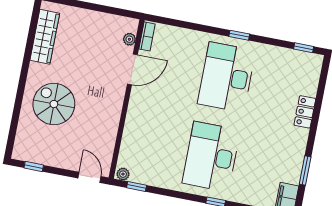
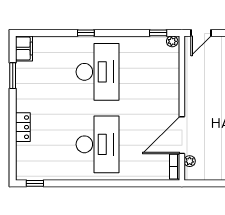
window: (239, 35) -> (94, 183), removed
door: (132, 69) -> (182, 135), width x1.36
door: (89, 177) -> (201, 33), hinge flipped

